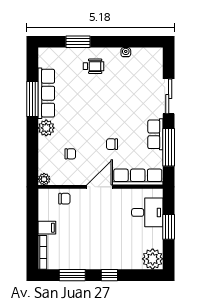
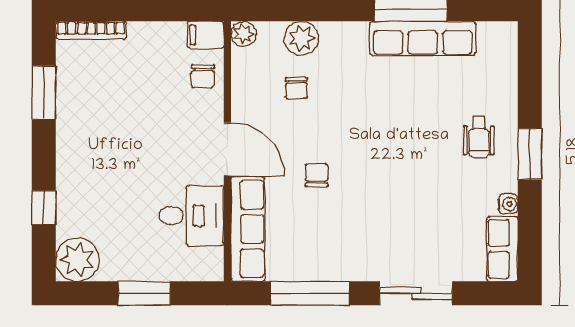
window: (78, 42) -> (530, 154), moved
plant: (46, 128) -> (301, 38), moved
row of seats: (155, 134) -> (502, 249), moved, turned -90
desk: (147, 212) -> (191, 216), moved, turned -90
filing cabinet: (47, 228) -> (206, 35), moved, turned 90
window: (109, 275) -> (44, 208), moved

